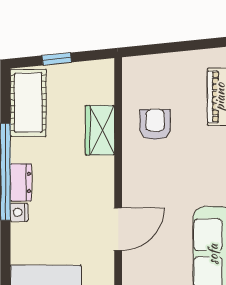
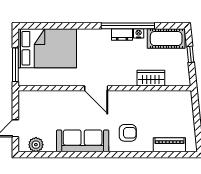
armchair: (155, 124) -> (128, 133), moved
nightstand: (19, 212) -> (139, 33), moved

